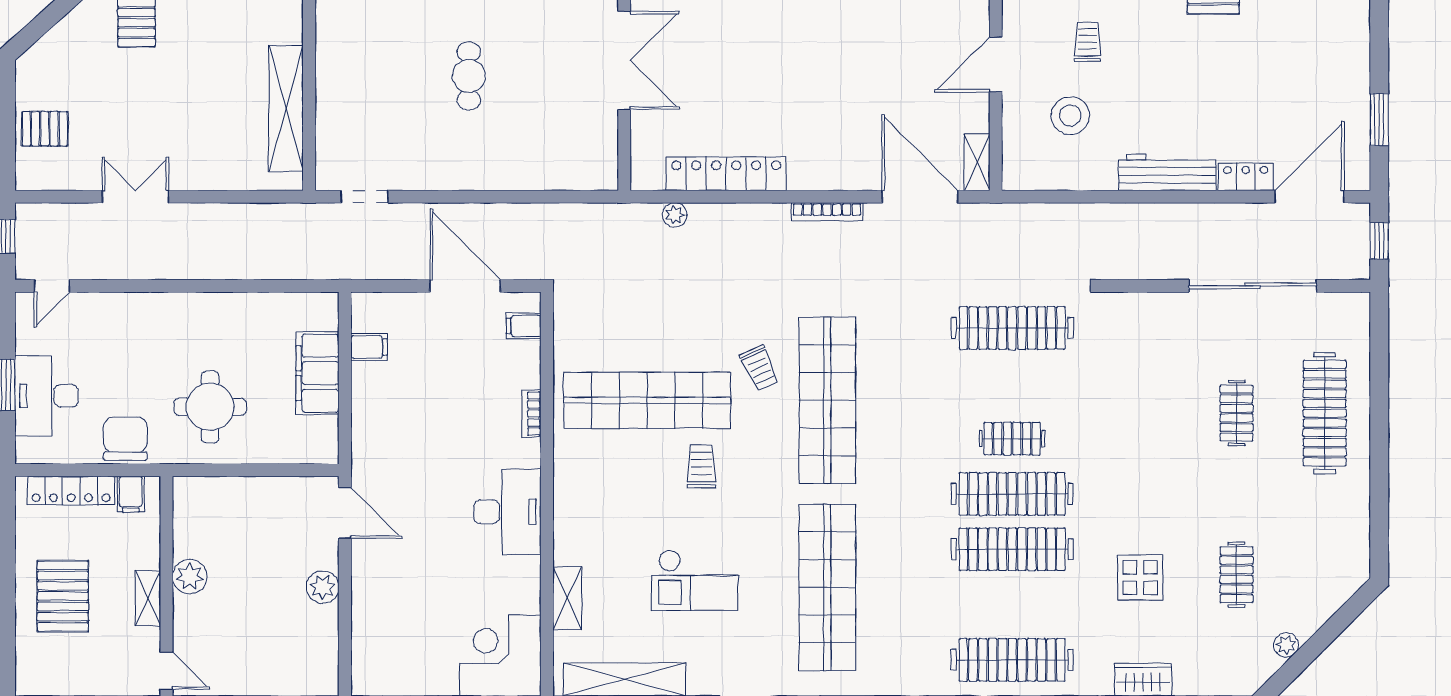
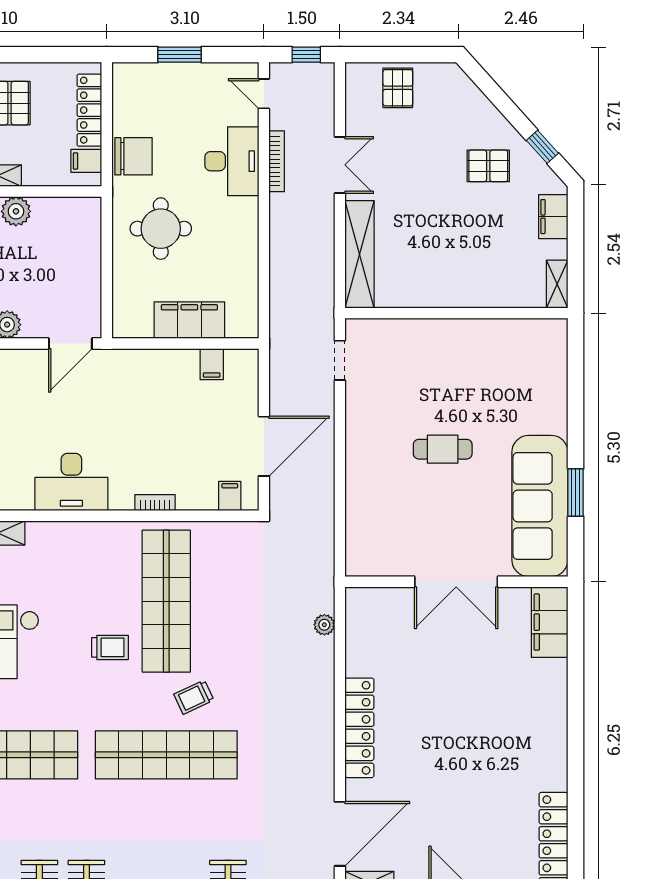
shelving: (286, 109) -> (360, 254), moved, turned 90
locker: (726, 174) -> (359, 728), moved
bookcase: (827, 212) -> (277, 161), moved, turned 180
desk: (47, 396) -> (232, 161), moved, turned 90

